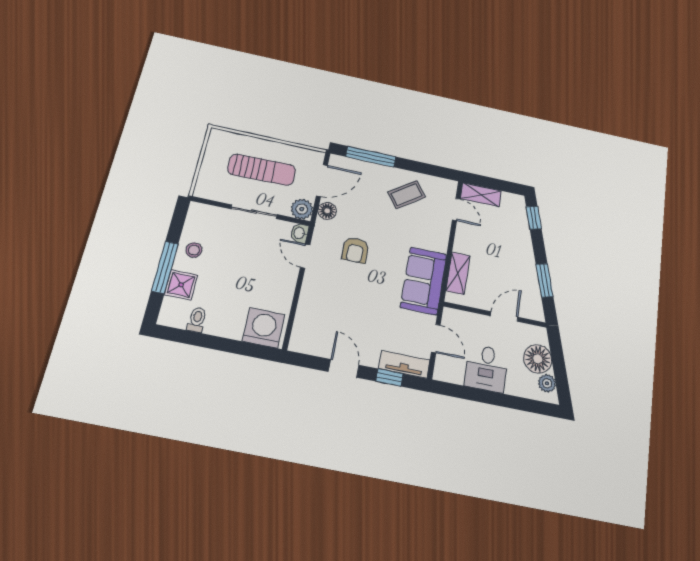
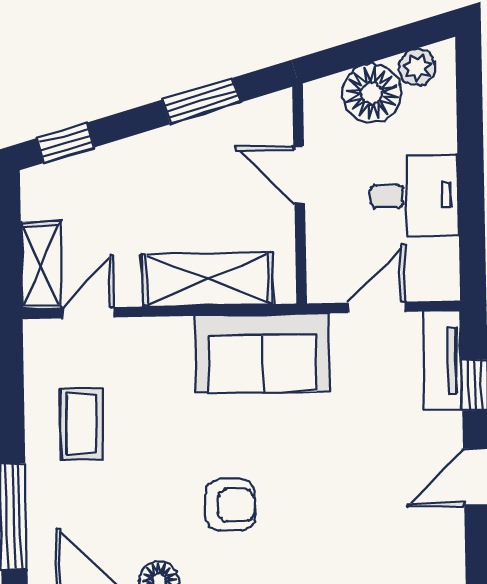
coffee table: (406, 195) -> (81, 424), turned 36
shelving: (458, 273) -> (207, 279), width x1.50, depth x1.33

